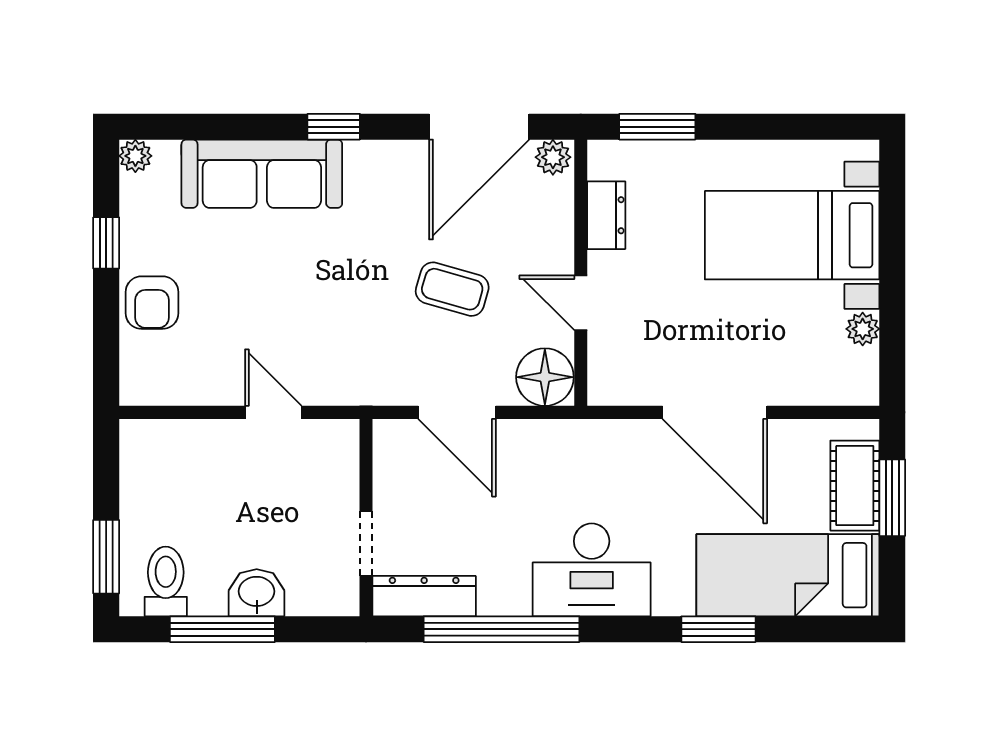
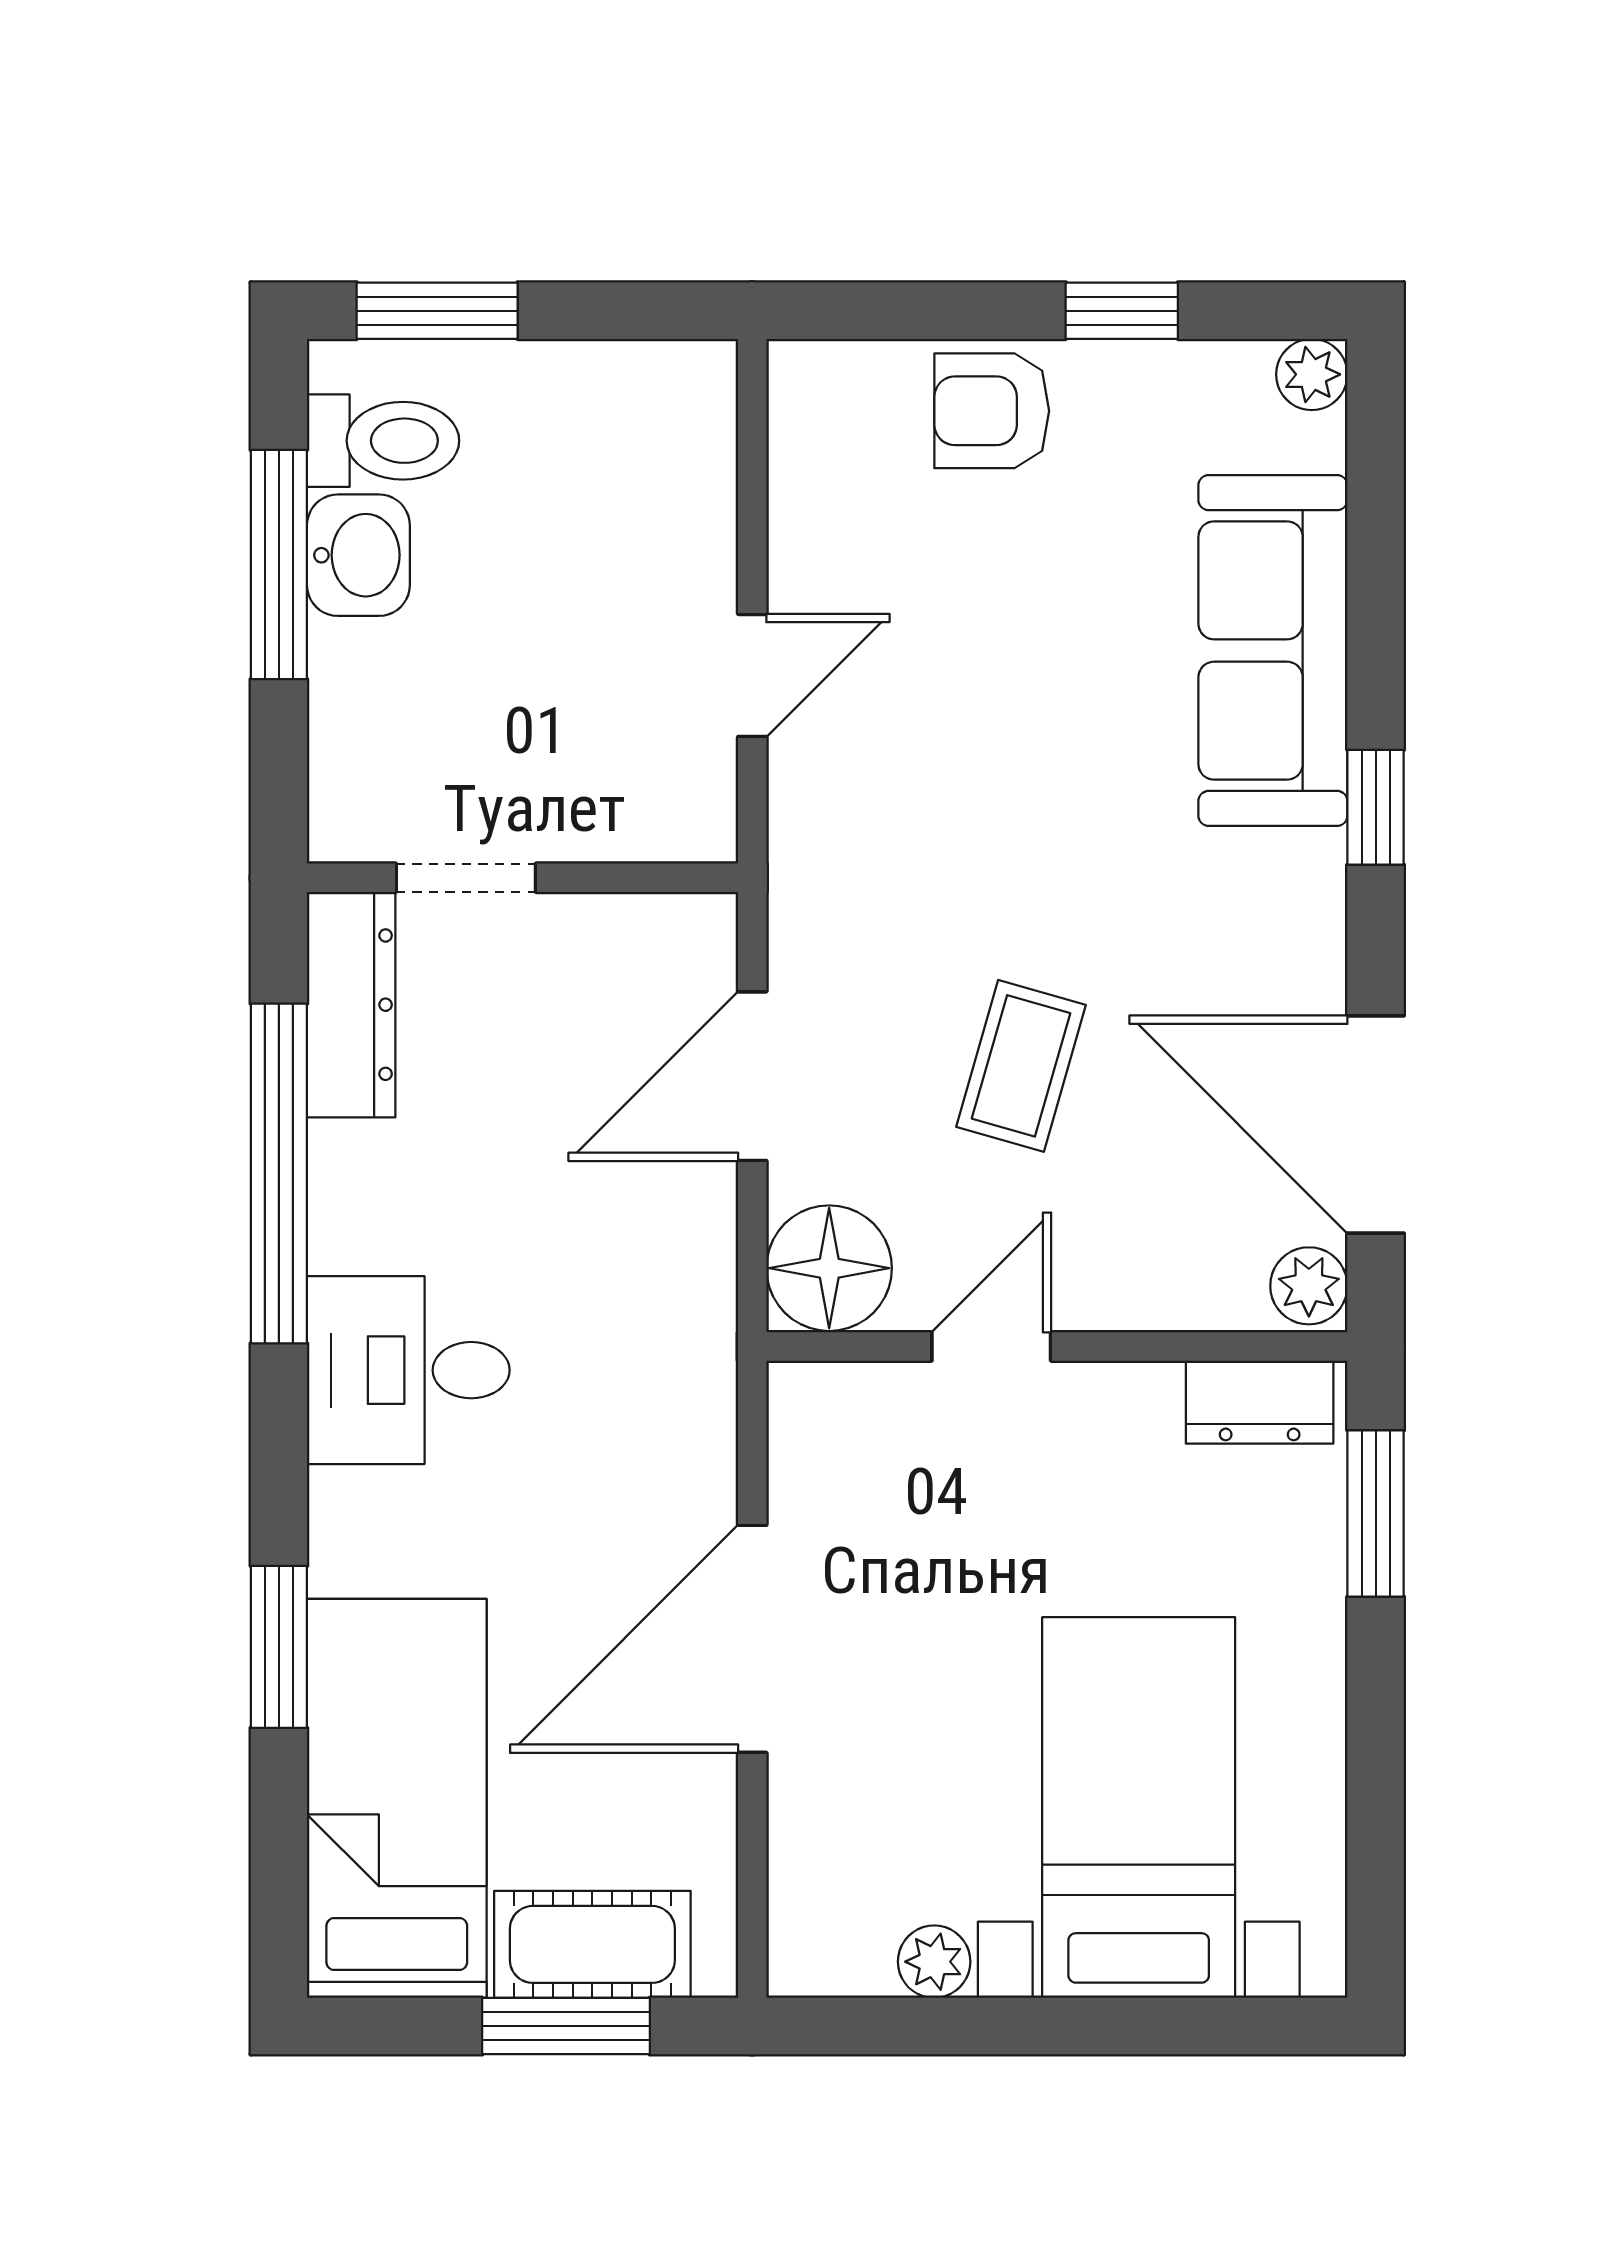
dresser: (606, 215) -> (1260, 1402), moved
desk: (592, 570) -> (408, 1370), width x0.73
washbasin: (257, 593) -> (358, 555), moved

